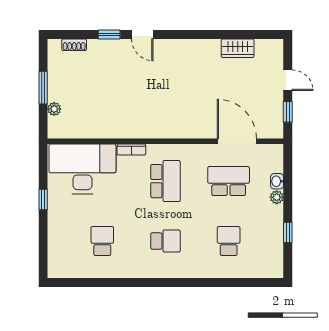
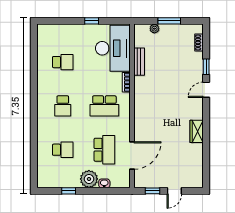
wardrobe: (238, 48) -> (197, 131), moved
bench: (102, 131) -> (139, 62), added
plant: (277, 197) -> (89, 179), width x1.88, depth x1.88

